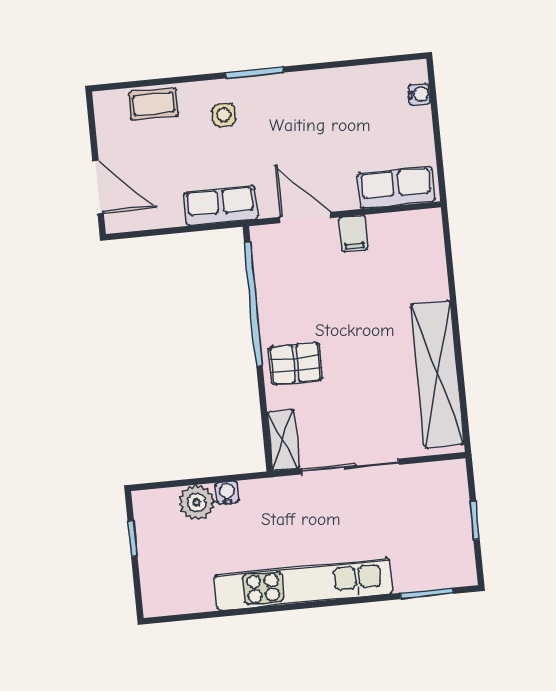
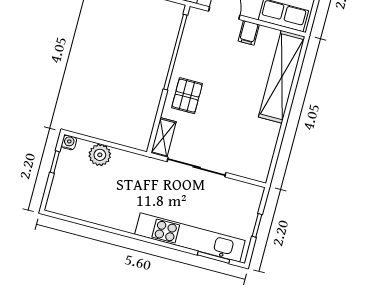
pallet: (296, 364) -> (187, 96), turned 90
shelving: (437, 374) -> (282, 77), moved
water cooler: (227, 493) -> (69, 142), moved
kitchen unit: (303, 584) -> (190, 237), moved

